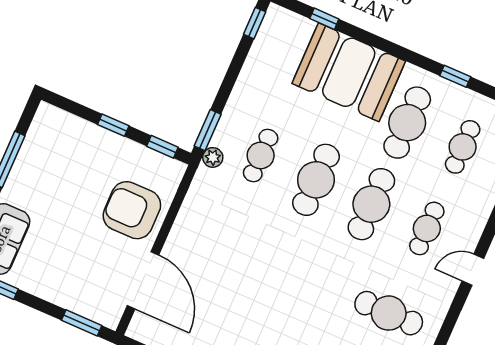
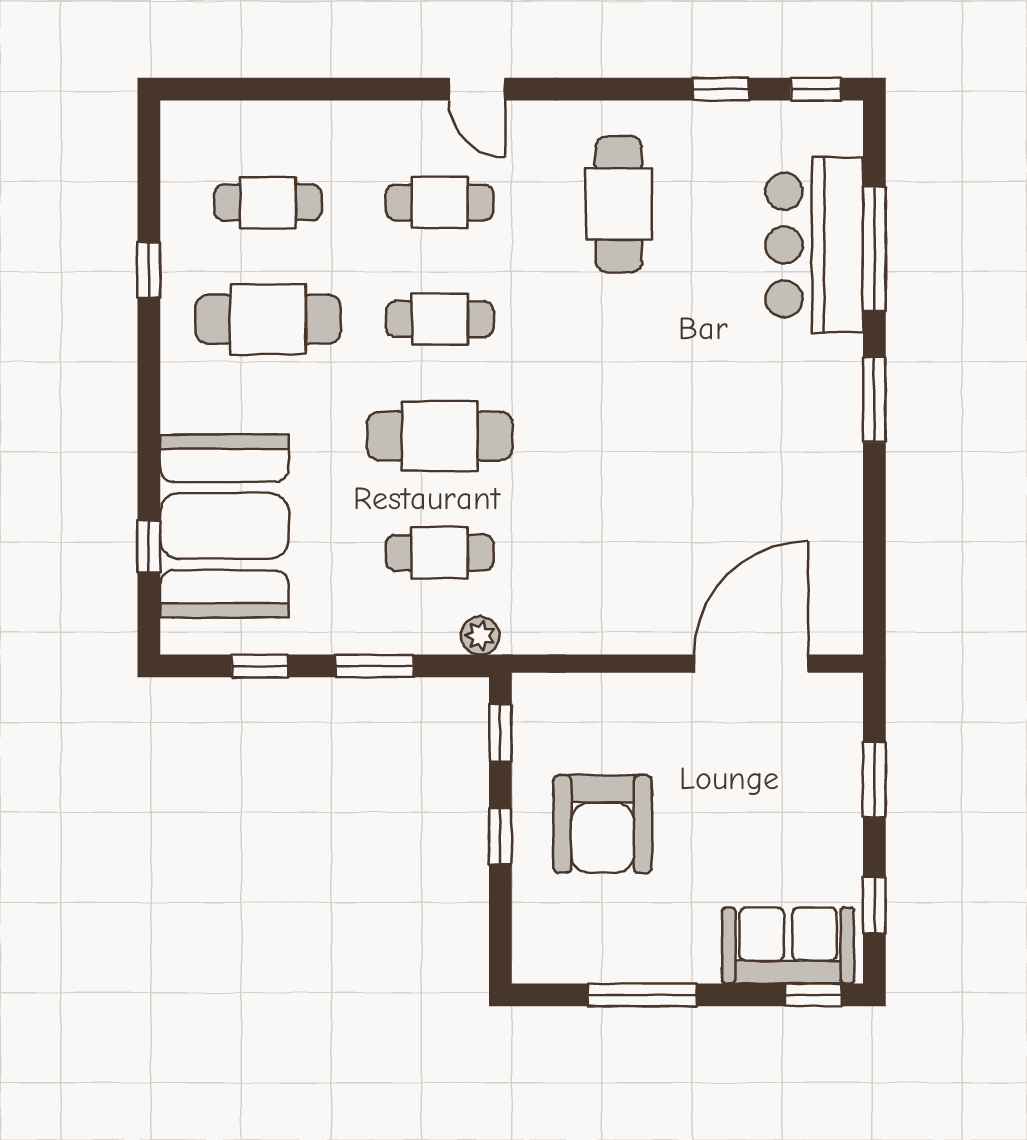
window: (255, 23) -> (260, 666), moved
booth: (349, 72) -> (224, 526), moved
window: (208, 130) -> (374, 666), moved
cafe table: (371, 204) -> (440, 319), width x0.73, depth x0.74
armchair: (132, 210) -> (603, 824), moved
window: (82, 323) -> (874, 779), moved

